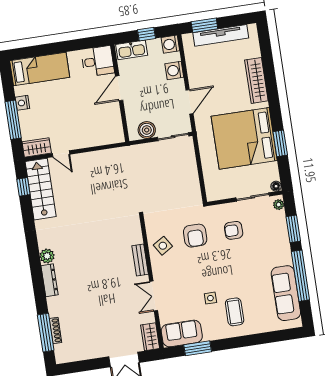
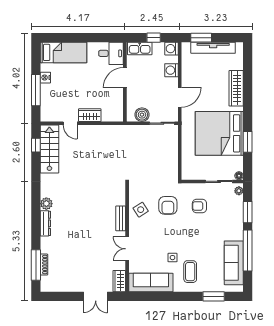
wardrobe: (37, 147) -> (90, 115), moved
sofa: (182, 334) -> (151, 282), width x1.36
window: (198, 348) -> (214, 296), moved

